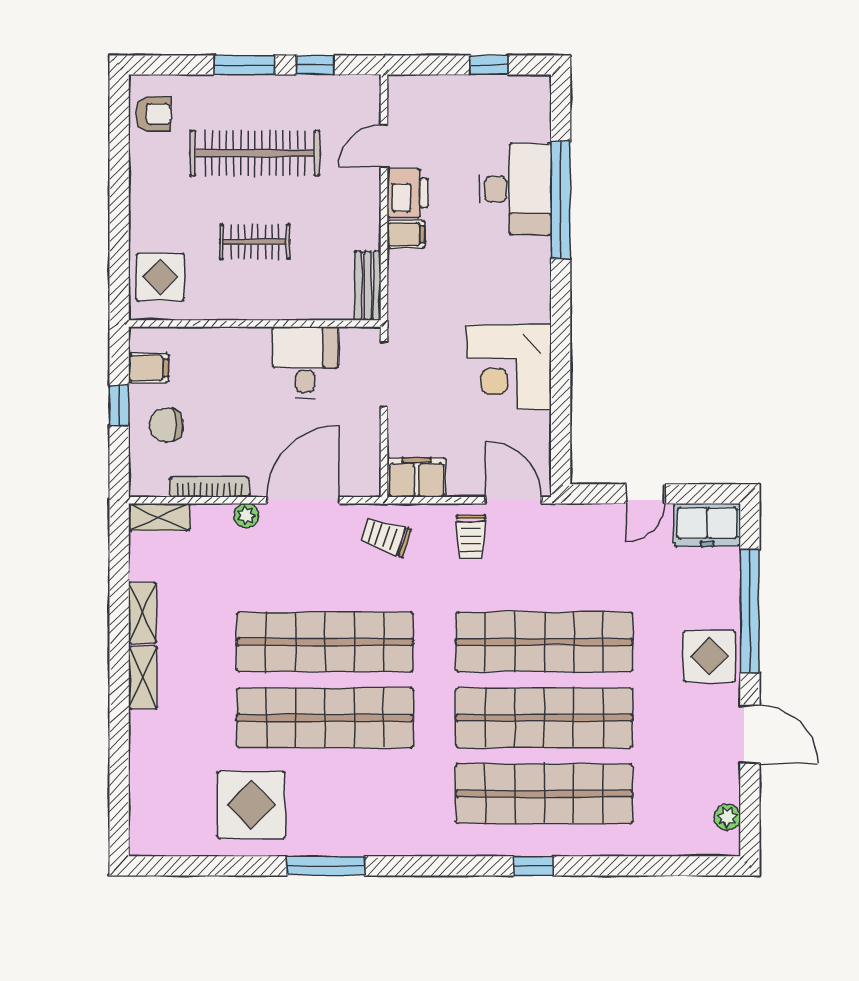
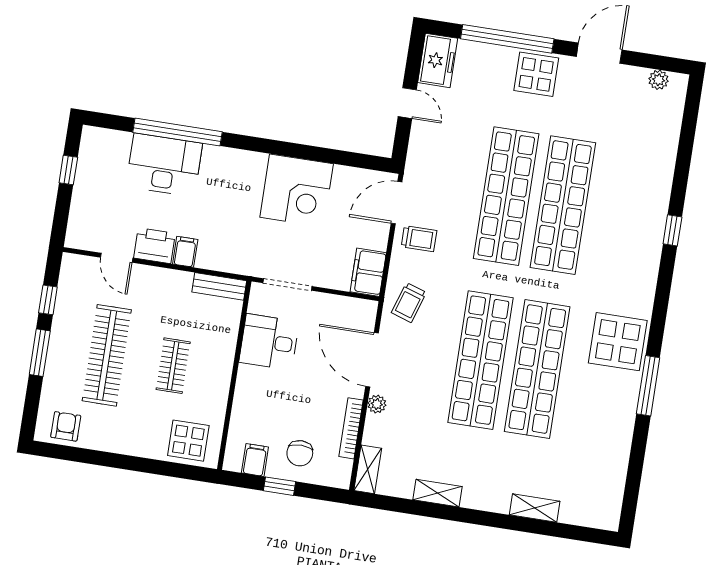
shelving: (143, 678) -> (535, 508), moved
shop shelf: (544, 794) -> (620, 214), removed
display table: (251, 805) -> (618, 342), moved

